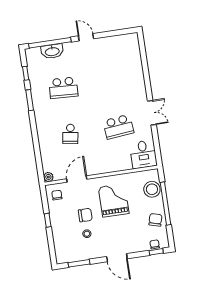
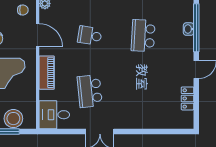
locker: (112, 41) -> (188, 98), added
washbasin: (52, 51) -> (189, 29), width x0.52, depth x0.69
piano: (108, 166) -> (47, 73), added

